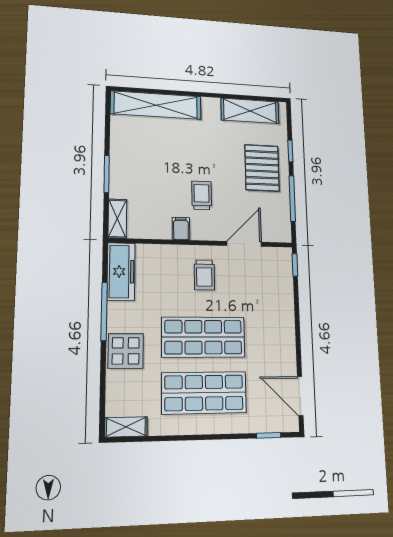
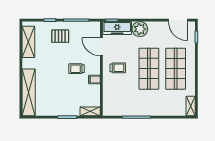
pallet: (262, 168) -> (60, 36), width x0.67, depth x0.71
freezer: (121, 271) -> (117, 28), moved, turned 180
plant: (280, 319) -> (140, 29), added
display table: (126, 351) -> (155, 107), removed
door: (300, 396) -> (178, 20), hinge flipped

